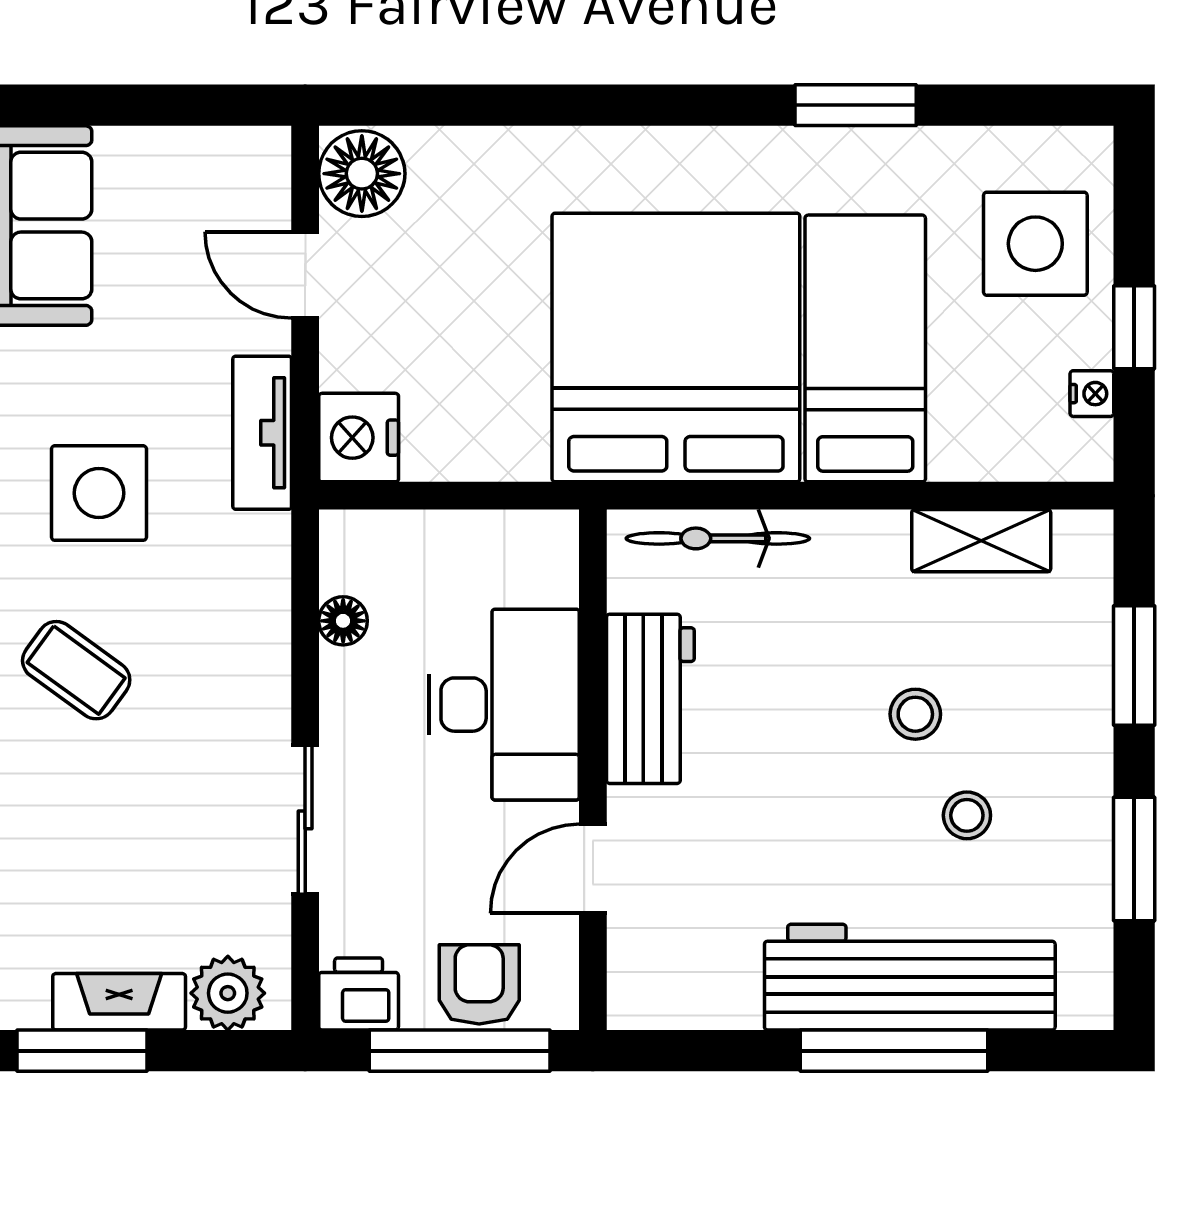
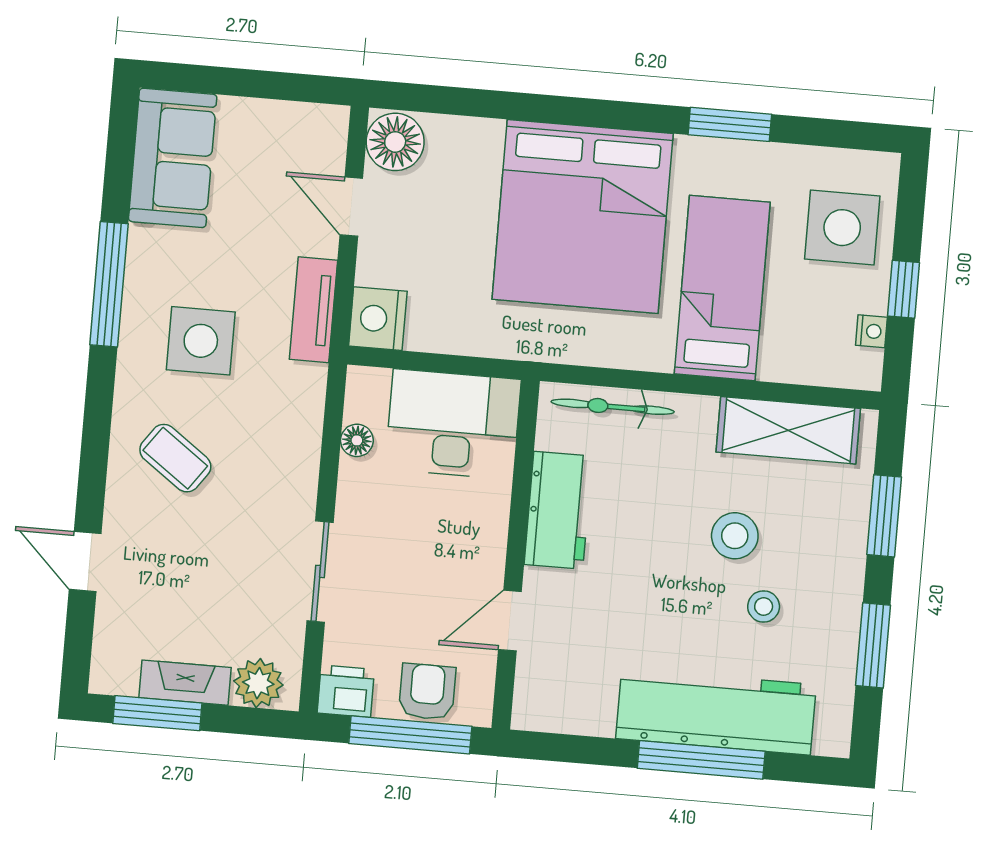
bed: (676, 347) -> (583, 216), moved, turned 180
shelving: (981, 541) -> (788, 430), width x1.50, depth x1.33
desk: (504, 705) -> (453, 424), moved, turned -90
stool: (915, 714) -> (735, 536), width x1.37, depth x1.37

